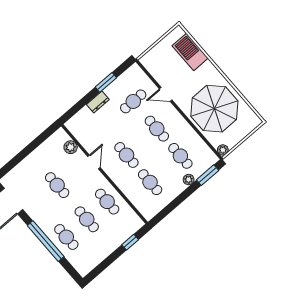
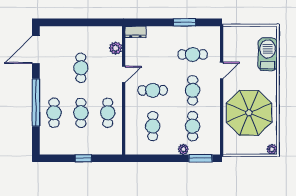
door: (166, 94) -> (222, 70), swing flipped
dresser: (98, 102) -> (135, 32), moved
plant: (223, 150) -> (272, 149), moved
cafe table: (126, 155) -> (153, 90), turned 90
window: (130, 242) -> (83, 158), moved

